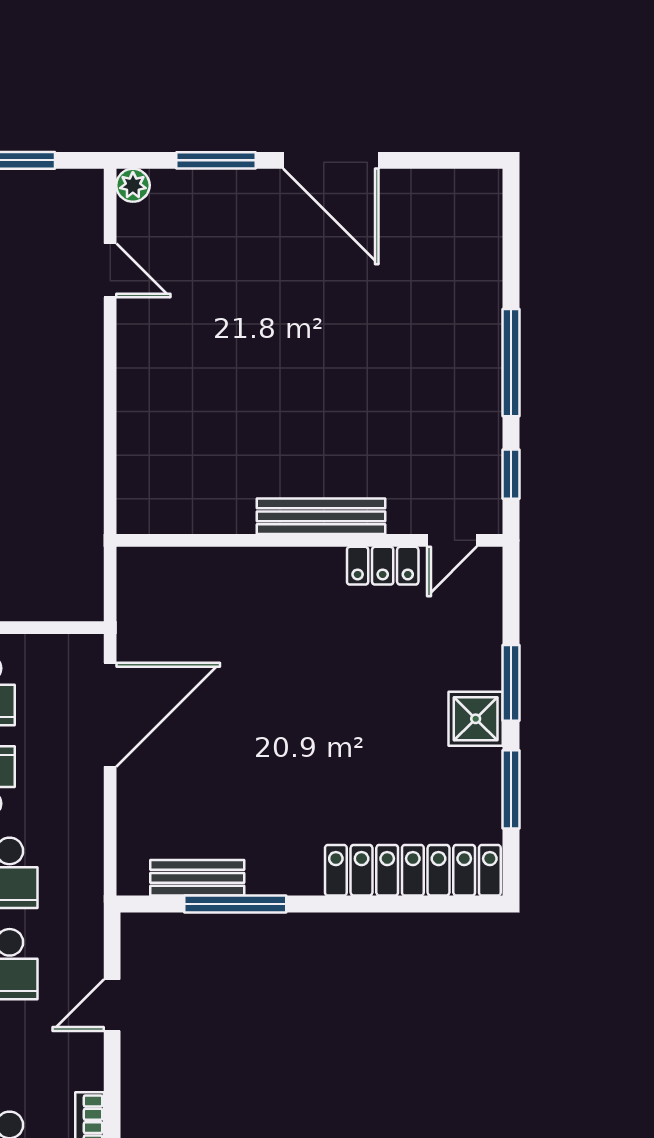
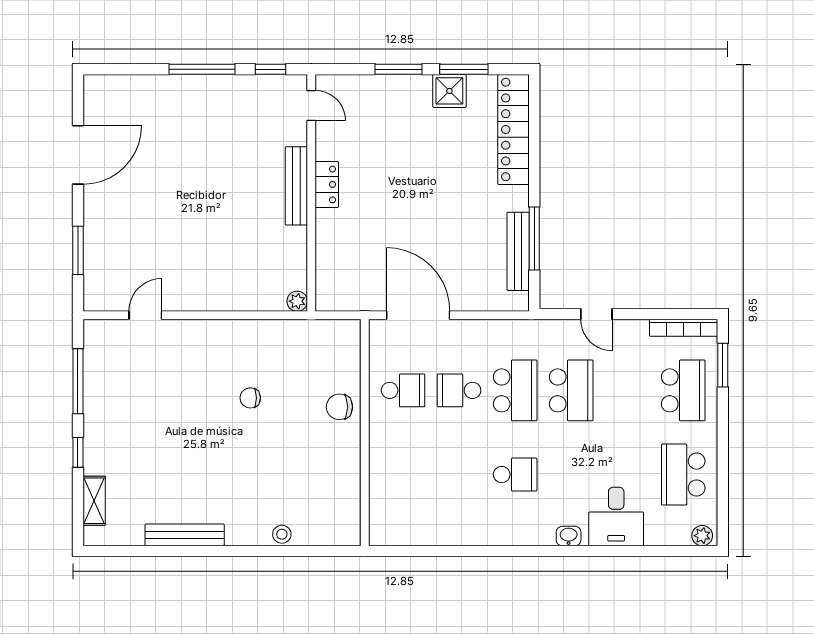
door: (331, 160) -> (78, 155), moved
plant: (133, 185) -> (297, 301), moved
locker: (383, 566) -> (327, 184), moved
shower: (476, 719) -> (449, 91), moved
bench: (197, 878) -> (518, 251), width x1.36

